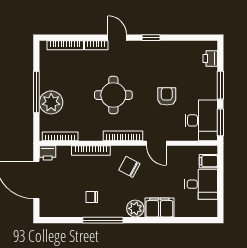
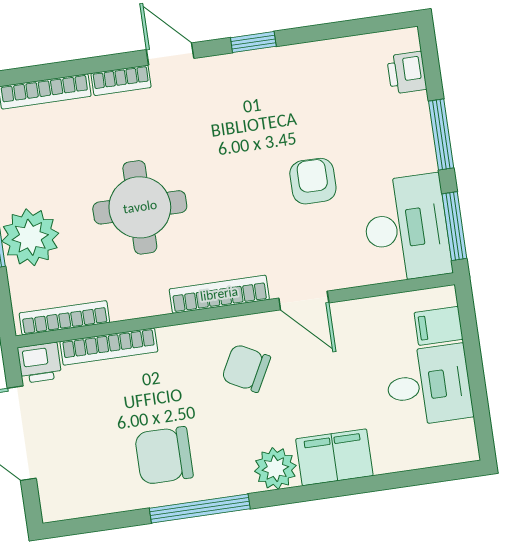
round table: (113, 95) -> (140, 207), moved
bookcase: (91, 150) -> (109, 347), moved
chair: (92, 197) -> (164, 456), width x1.87, depth x1.87

